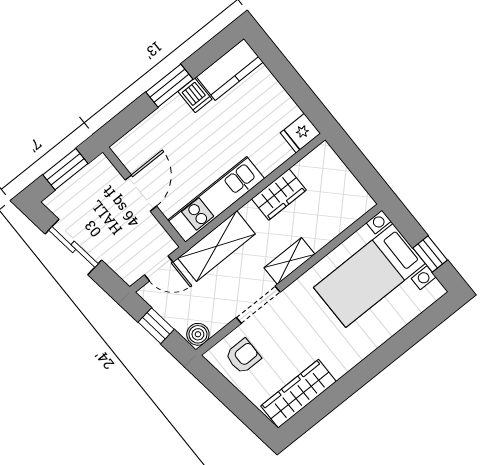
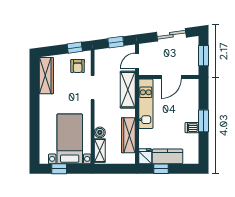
kitchen counter: (230, 69) -> (168, 156), moved, turned 90
window: (300, 92) -> (161, 169), added
door: (141, 193) -> (171, 77), hinge flipped
wardrobe: (279, 194) -> (128, 135), width x1.50
shelving: (289, 261) -> (100, 151), moved
boiler: (198, 334) -> (100, 132), moved
window: (217, 384) -> (75, 48), added

